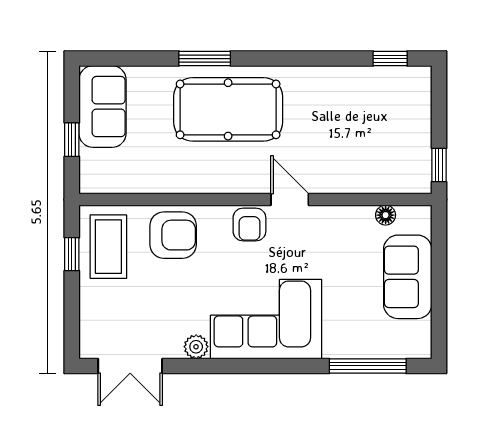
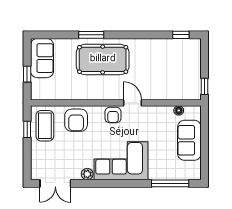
armchair: (173, 235) -> (76, 120), turned 90

